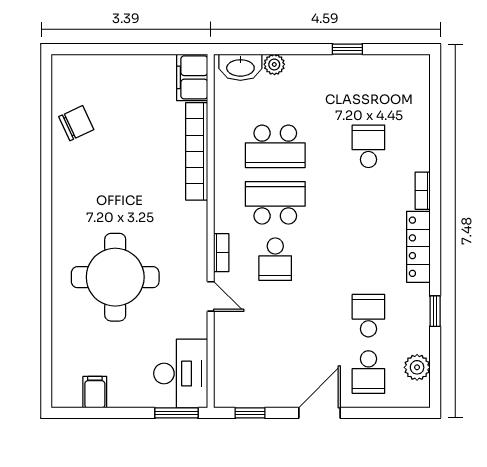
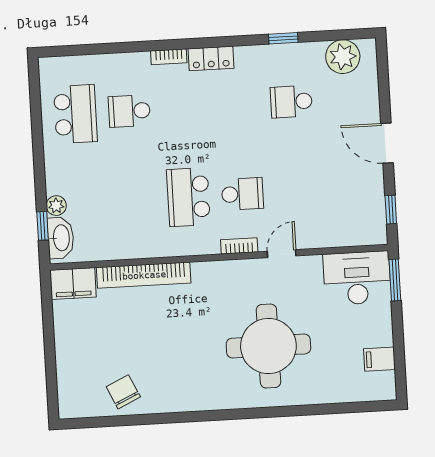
window: (347, 49) -> (43, 226), moved
school desk: (275, 146) -> (75, 114), moved
locker: (418, 247) -> (211, 58), width x0.66
plant: (417, 367) -> (343, 57), width x1.36, depth x1.36
school desk: (368, 372) -> (345, 99), removed

